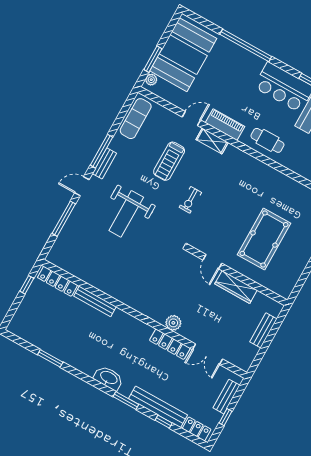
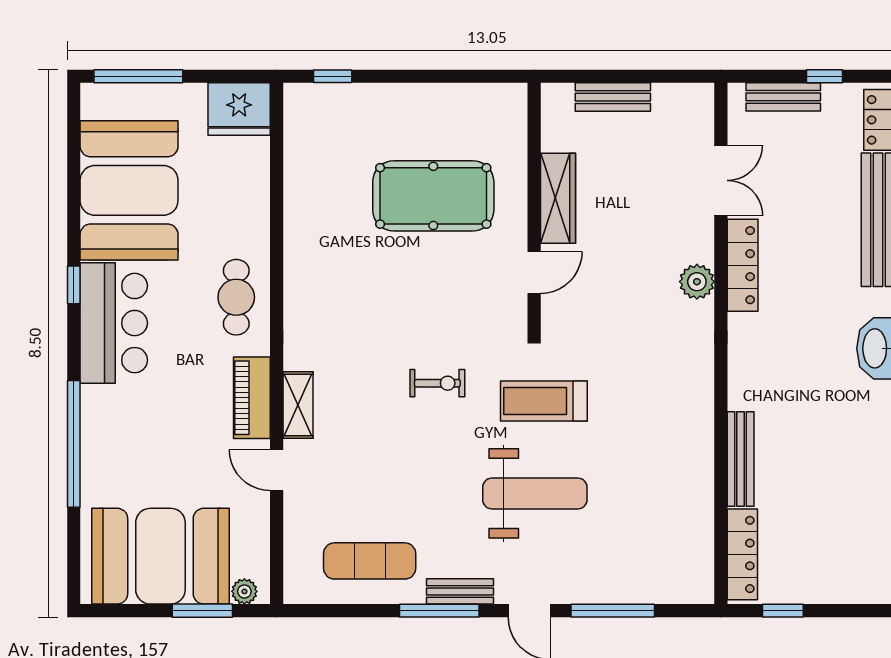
exercise mat: (136, 119) -> (370, 561), moved
treadmill: (169, 161) -> (544, 401), moved, turned 180

